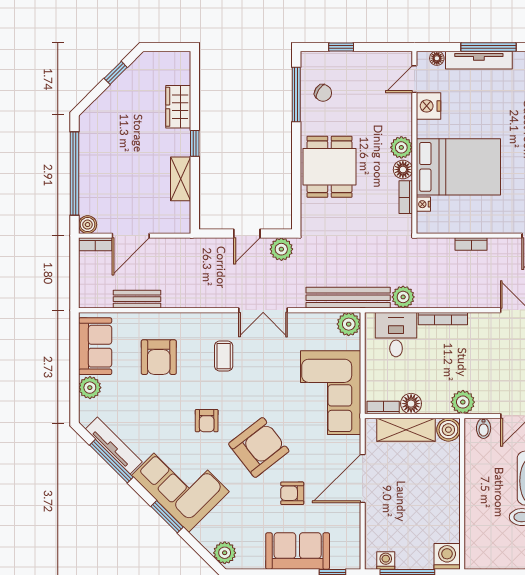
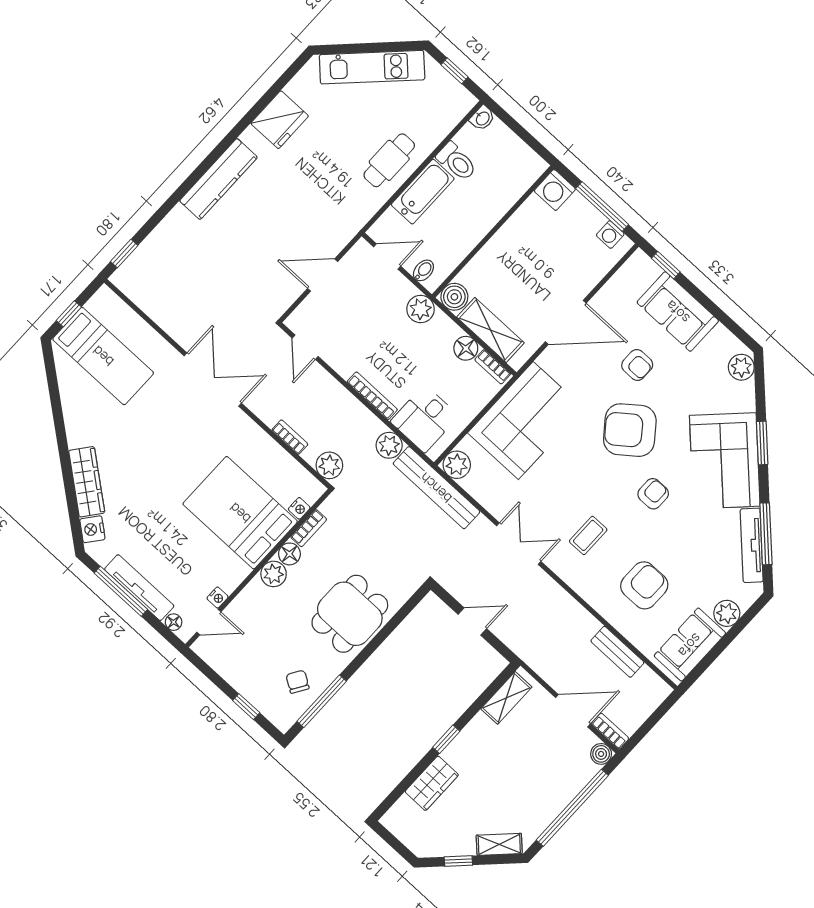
nightstand: (429, 106) -> (218, 598), width x0.53, depth x0.56
shelving: (99, 107) -> (499, 844), added
shelving: (181, 179) -> (506, 698), moved
plant: (281, 249) -> (329, 465), moved

